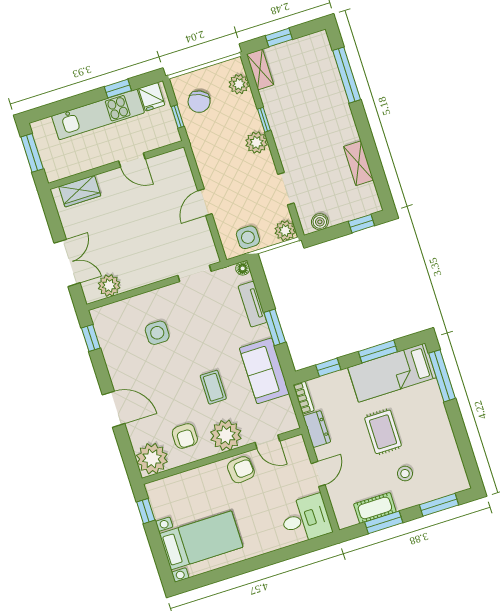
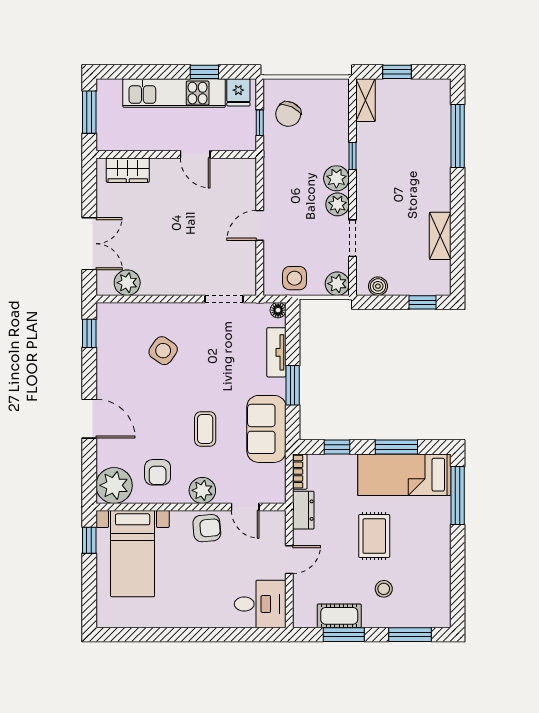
plant: (239, 84) -> (338, 204), moved
side table: (157, 333) -> (163, 351), turned 35
plant: (226, 435) -> (202, 490), width x0.73, depth x0.73
bed with nightstands: (201, 540) -> (133, 554), moved, turned 90

